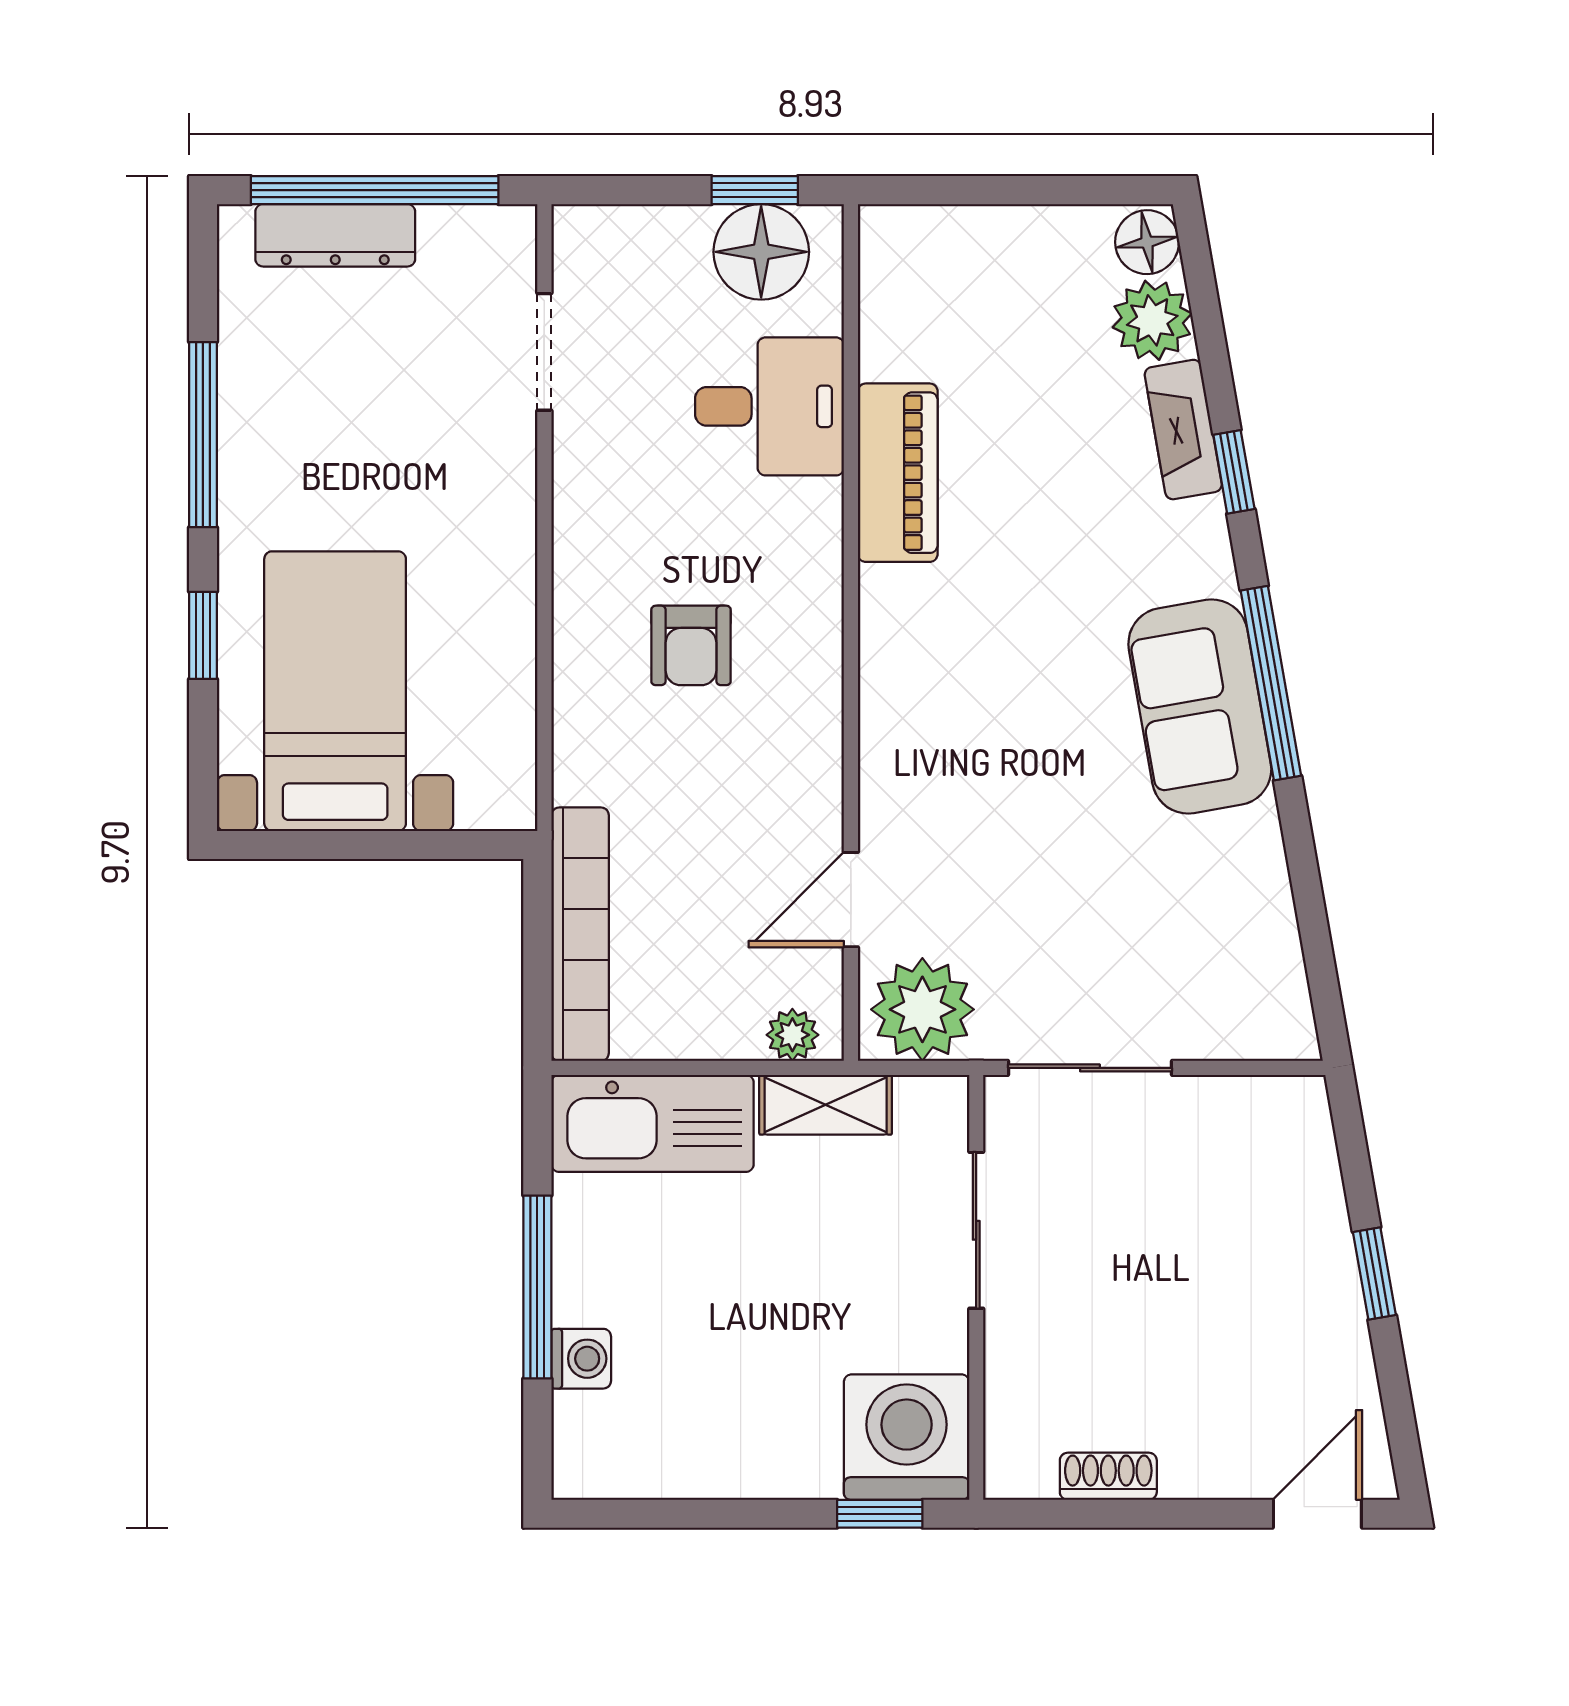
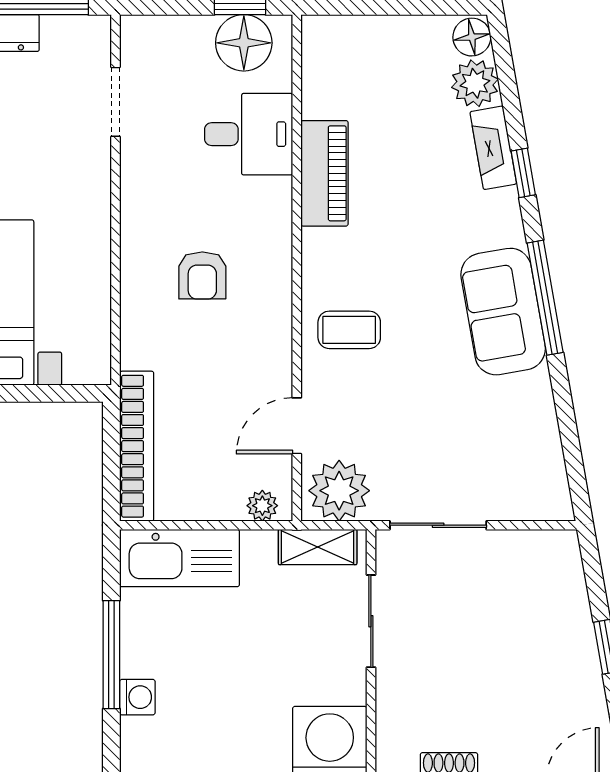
coffee table: (940, 737) -> (349, 330), added
shelving: (826, 1105) -> (318, 547), moved

